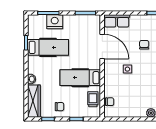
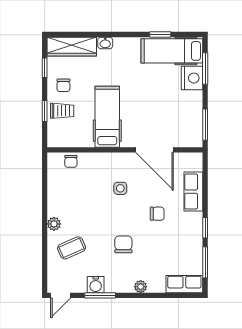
row of seats: (117, 21) -> (193, 192), moved
door: (102, 46) -> (155, 150), hinge flipped
hospital bed: (48, 47) -> (172, 51), moved, turned 90
trolley: (93, 99) -> (62, 111), moved

